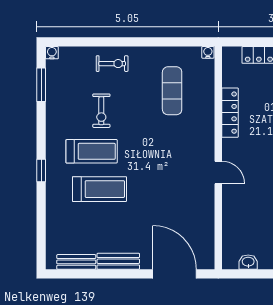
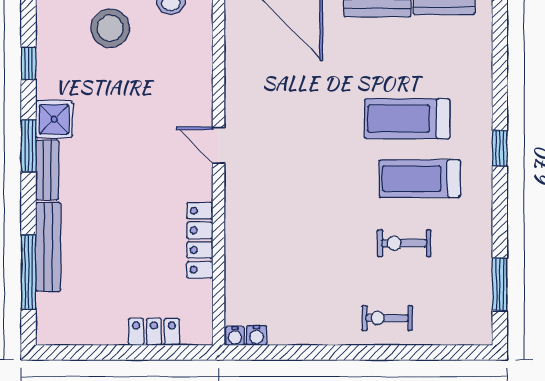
water cooler: (52, 53) -> (257, 335), moved
exercise mat: (172, 91) -> (292, 275), removed
exercise bike: (101, 111) -> (404, 243), turned -90

